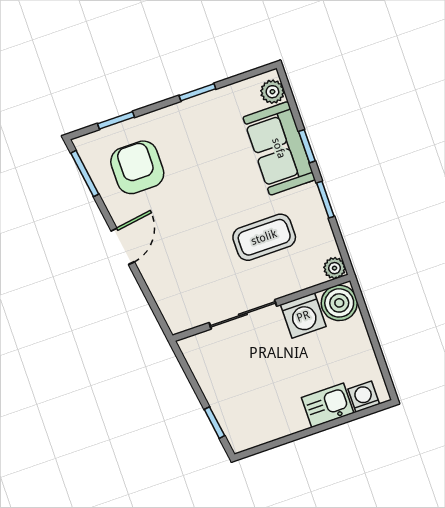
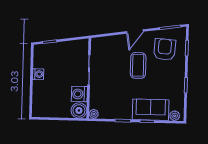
armchair: (137, 167) -> (165, 49), turned -86
coffee table: (264, 237) -> (138, 65), moved
door: (123, 246) -> (135, 31), hinge flipped
washing machine: (364, 397) -> (38, 74), moved
kitchen sink: (328, 405) -> (39, 90), removed

